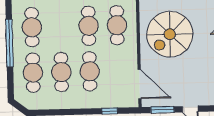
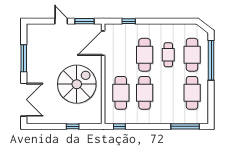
window: (9, 43) -> (211, 60), moved
cafe table: (61, 72) -> (168, 55), width x0.73, depth x0.74
door: (140, 84) -> (103, 43), hinge flipped

